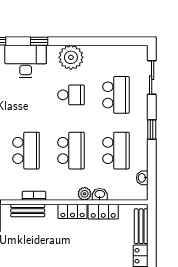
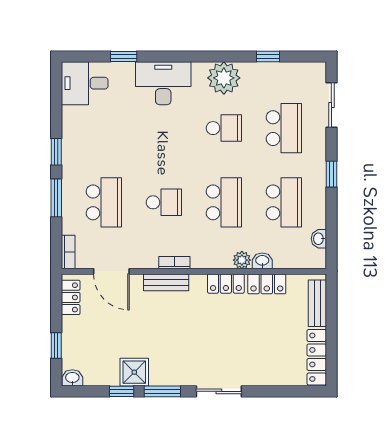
window: (39, 41) -> (268, 56), moved
school desk: (26, 151) -> (164, 202), width x0.54

